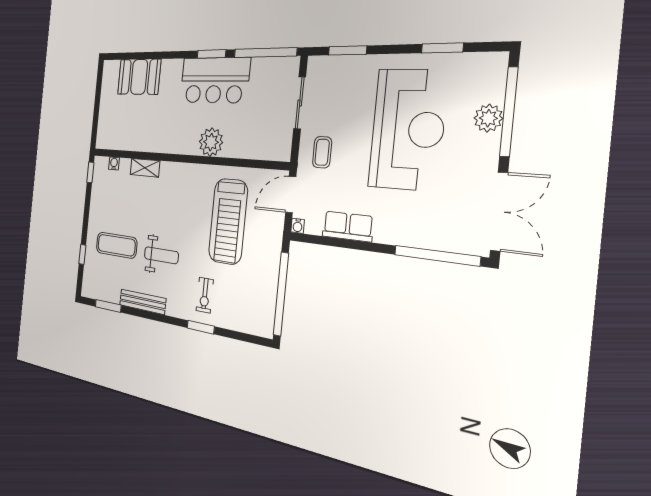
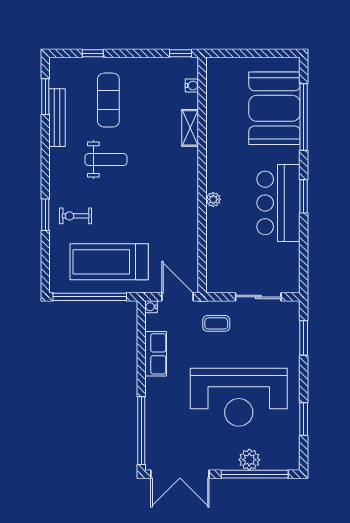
window: (265, 53) -> (304, 117), moved
booth: (139, 77) -> (274, 108), width x1.36, depth x1.42
plant: (211, 142) -> (213, 199), width x0.53, depth x0.53
treadmill: (228, 221) -> (109, 262), moved
weight bench: (161, 255) -> (106, 160), turned -90
bench: (143, 302) -> (57, 118), moved

